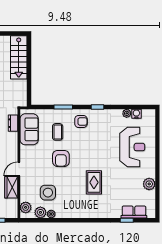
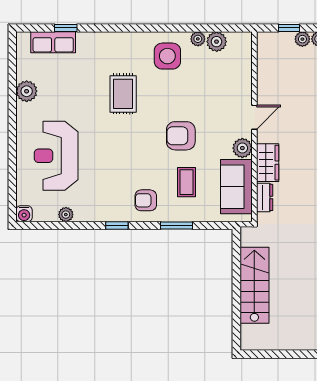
stairs: (19, 57) -> (254, 285), moved
water cooler: (136, 114) -> (24, 214), moved
armchair: (61, 158) -> (181, 136), turned -90
wardrobe: (11, 187) -> (268, 163), moved
side table: (48, 193) -> (167, 56), moved
plant: (26, 207) -> (242, 148), moved

